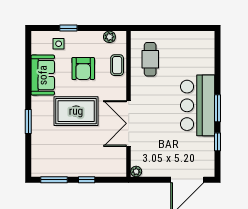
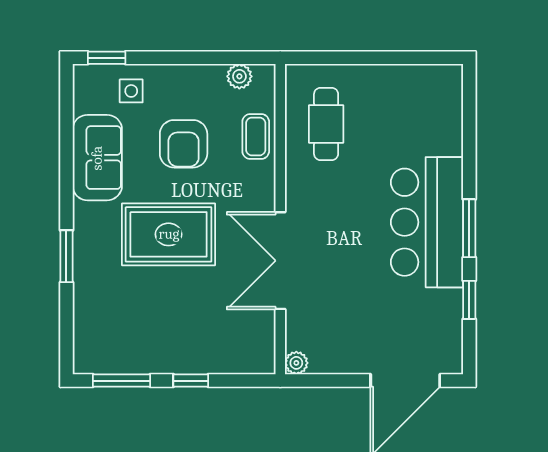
window: (68, 28) -> (107, 58), moved

